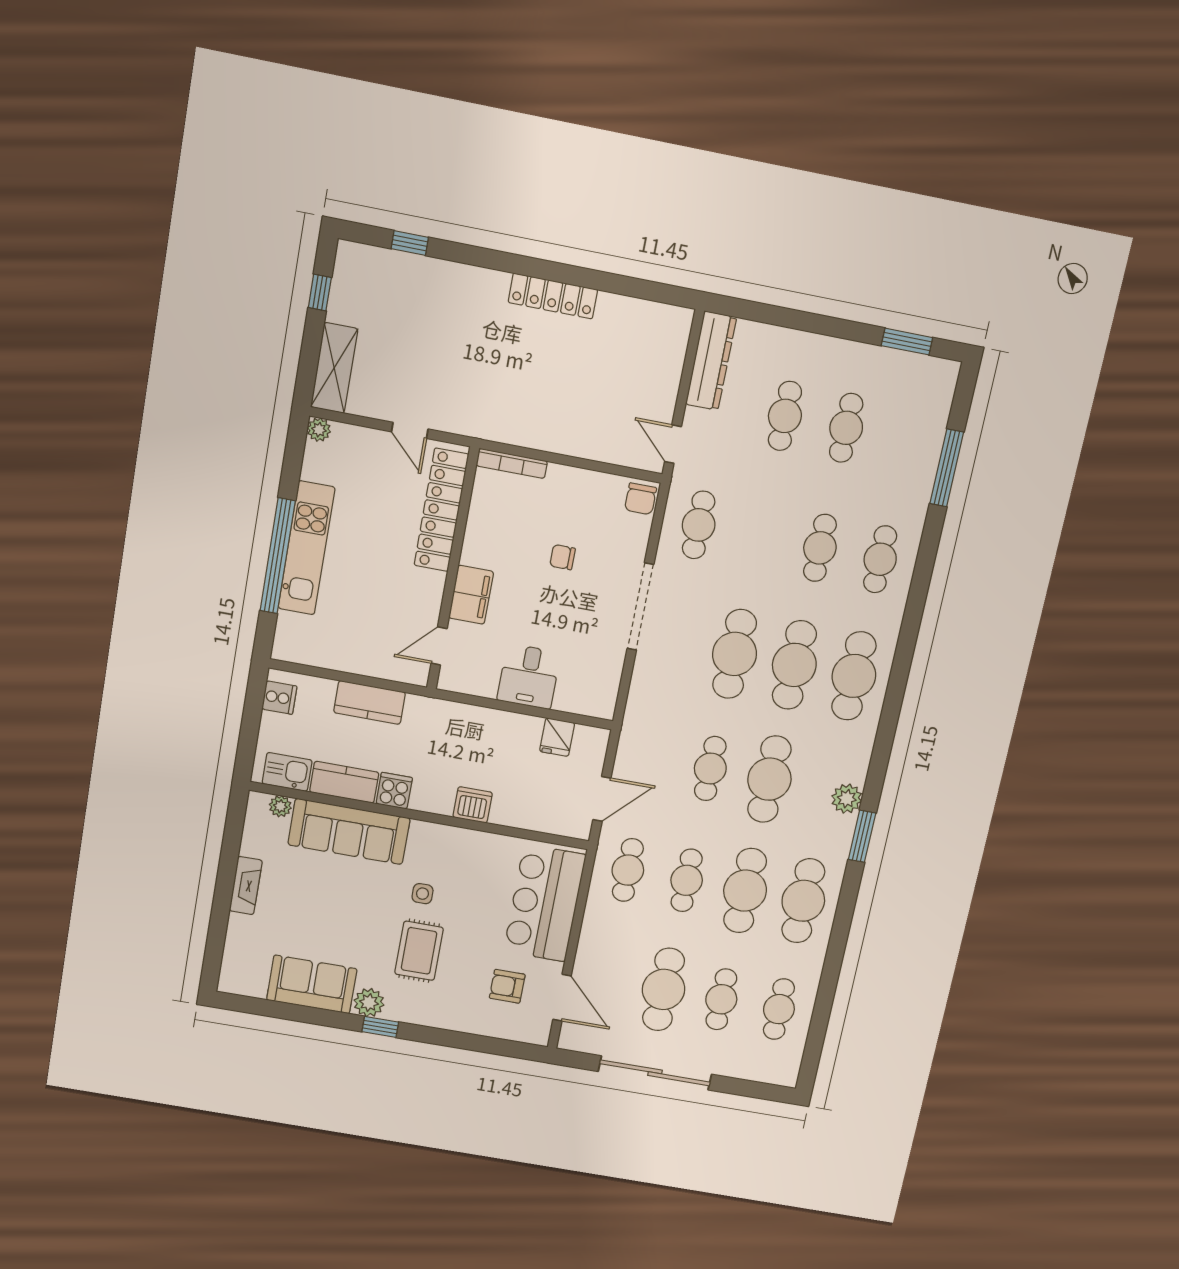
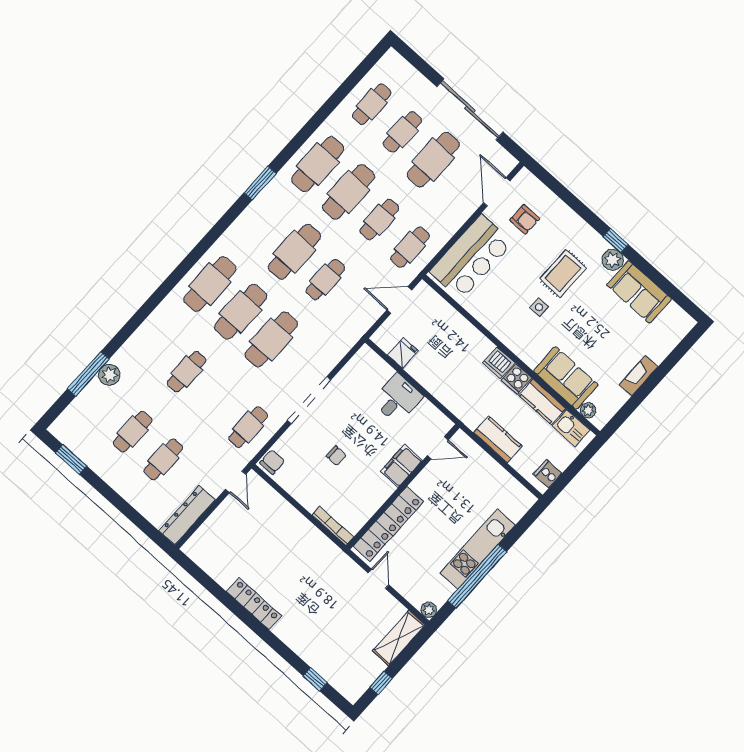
window: (278, 556) -> (477, 576), moved
cafe table: (880, 559) -> (156, 344), removed
plant: (847, 799) -> (109, 375), moved
dishwasher: (473, 805) -> (499, 363), moved
sofa: (349, 831) -> (566, 378), width x0.73

